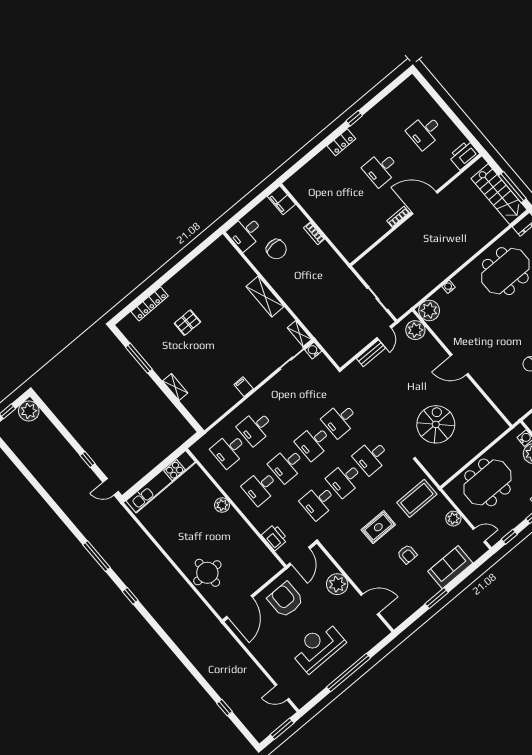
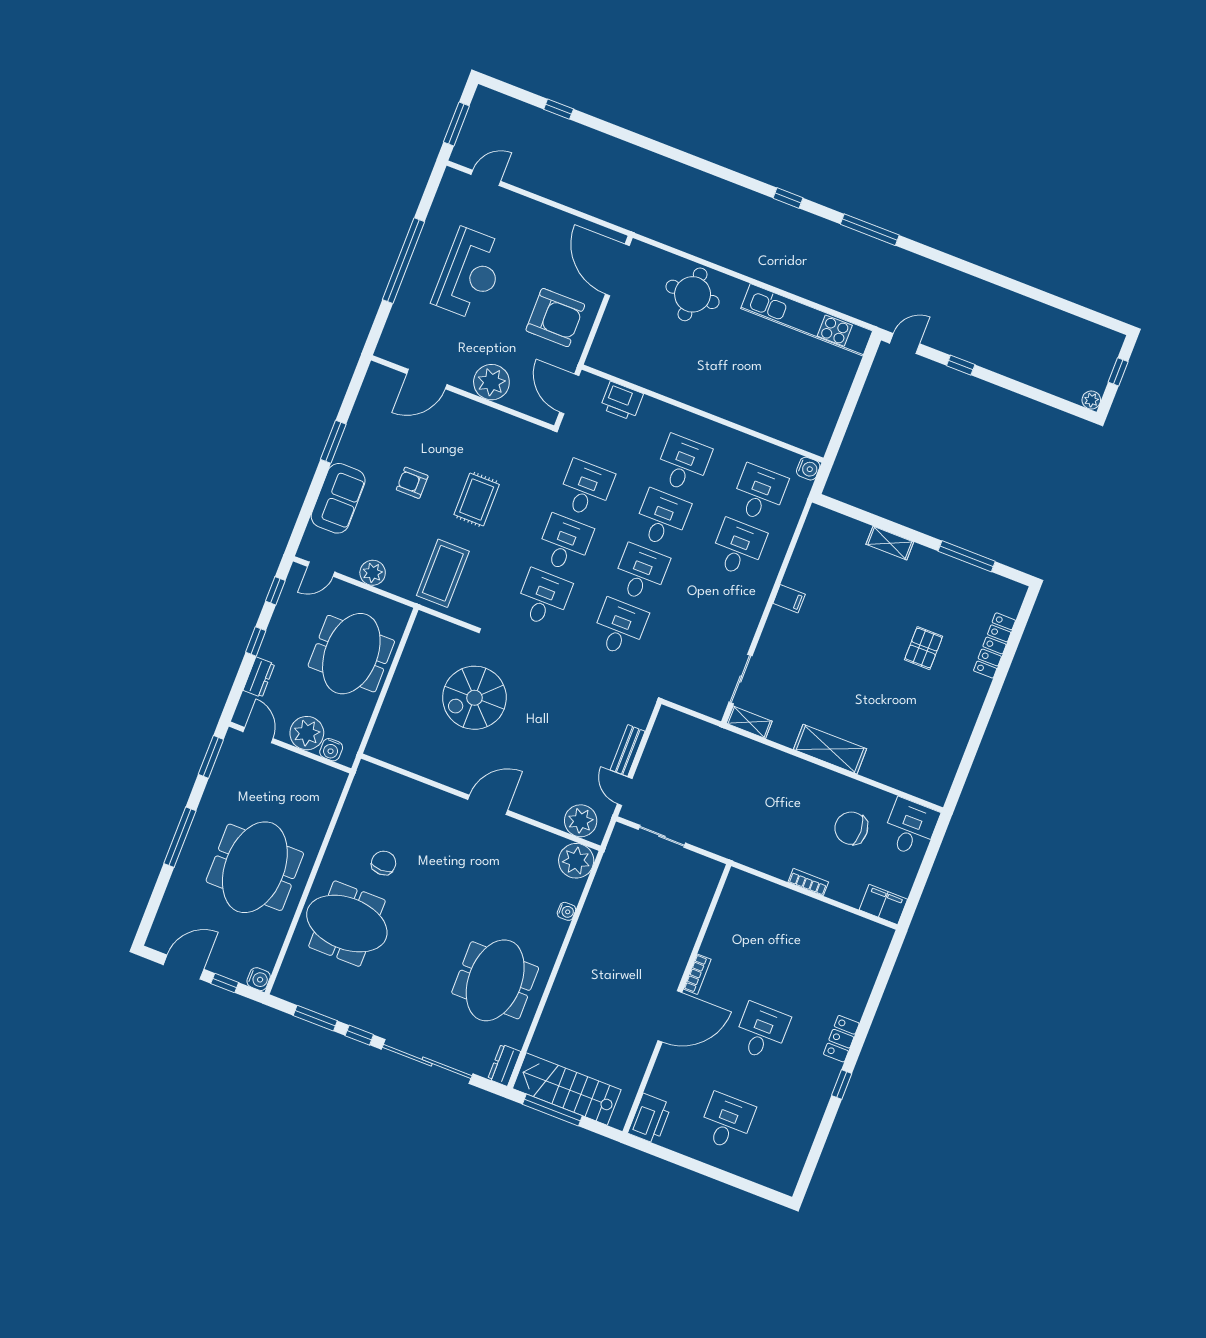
water cooler: (313, 350) -> (808, 469), moved
plant: (29, 411) -> (1091, 400), width x0.53, depth x0.53
spiral stairs: (436, 424) -> (474, 698), turned 90
kitchen unit: (161, 482) -> (807, 320), moved, turned -90
plant: (222, 505) -> (725, 406), removed

